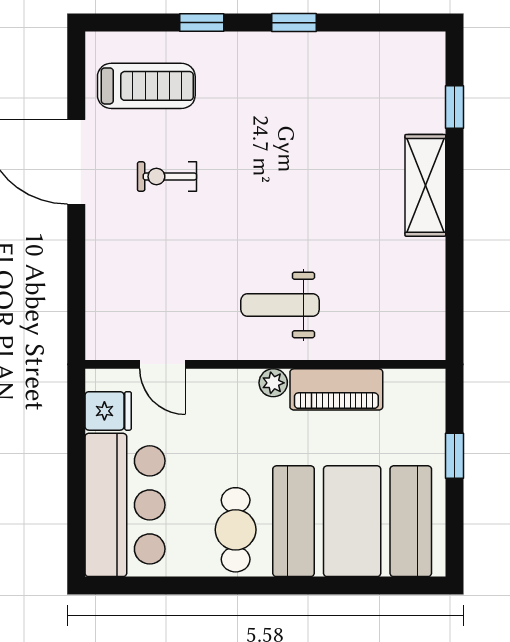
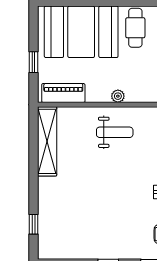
shelving: (425, 185) -> (47, 141), moved, width x1.47
piano: (336, 389) -> (63, 93), moved

